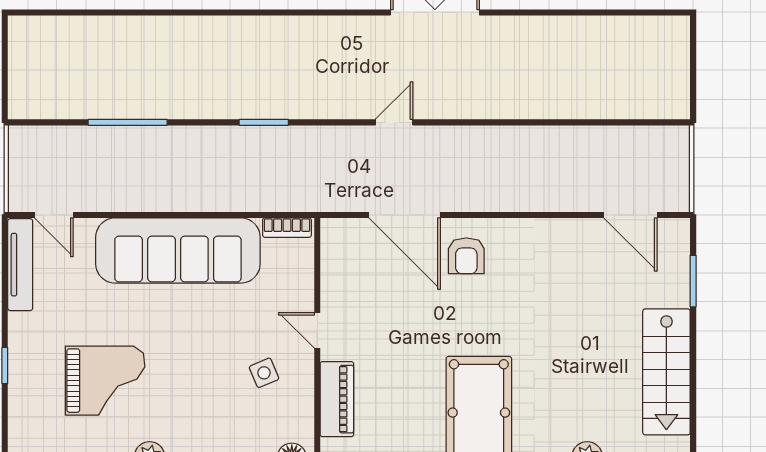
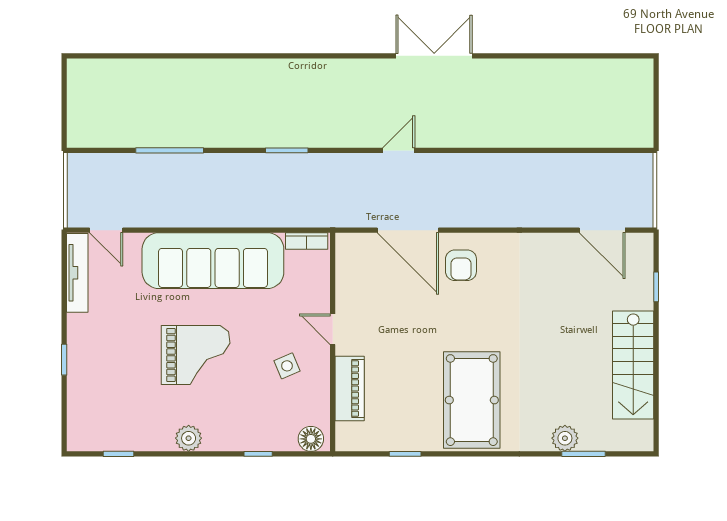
window: (693, 281) -> (656, 287), width x0.67
grand piano: (105, 381) -> (196, 355), moved

